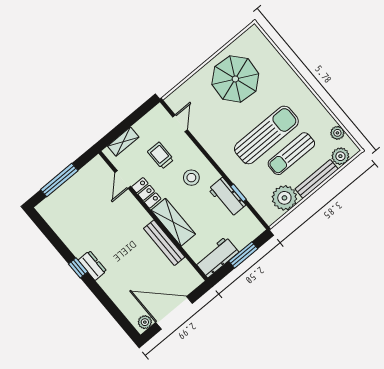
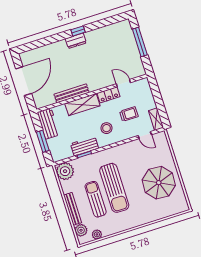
shelving: (123, 142) -> (156, 119), moved
plant: (284, 198) -> (65, 171), moved
plant: (145, 322) -> (25, 60), removed

